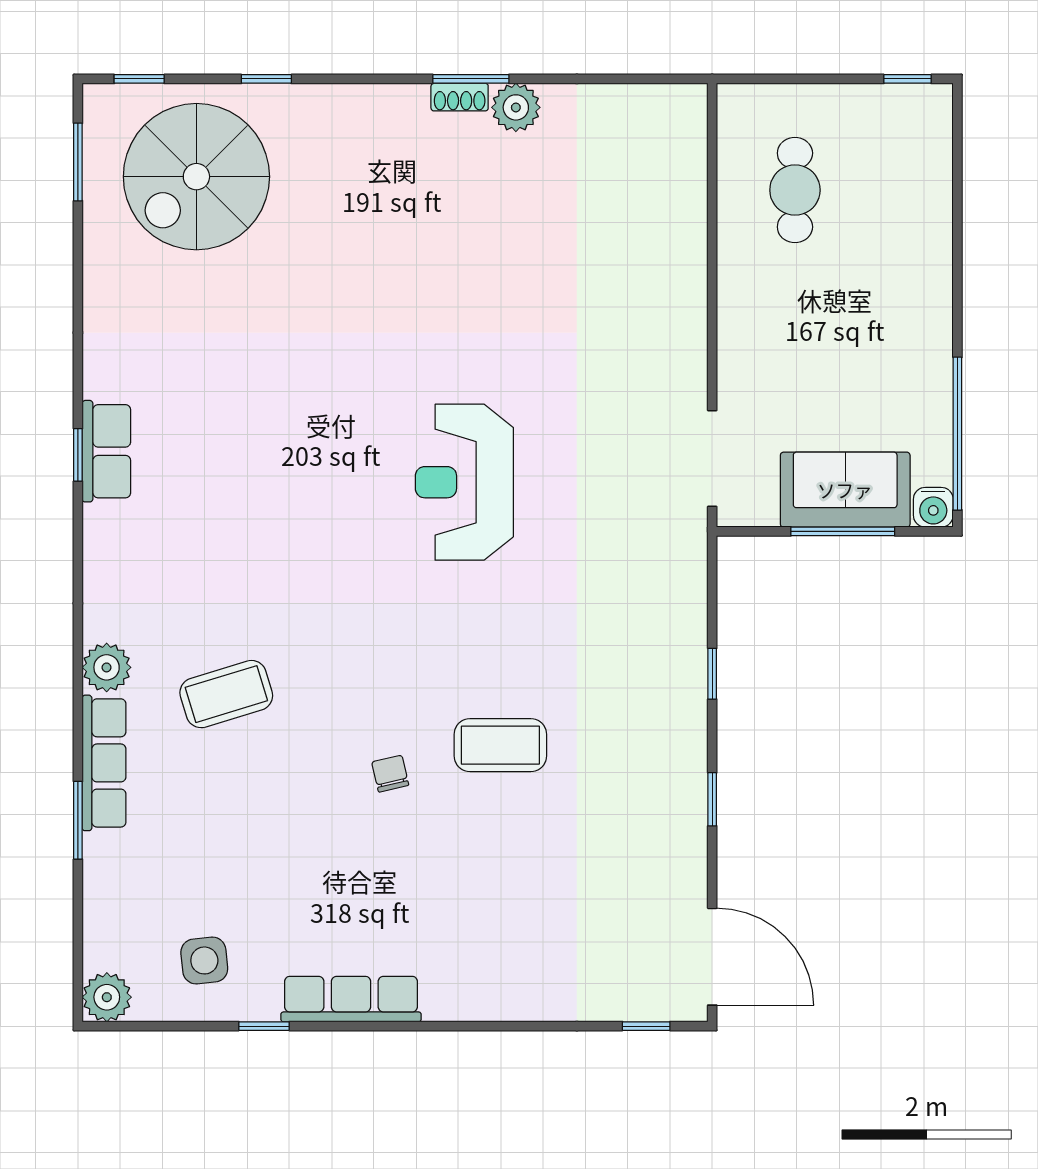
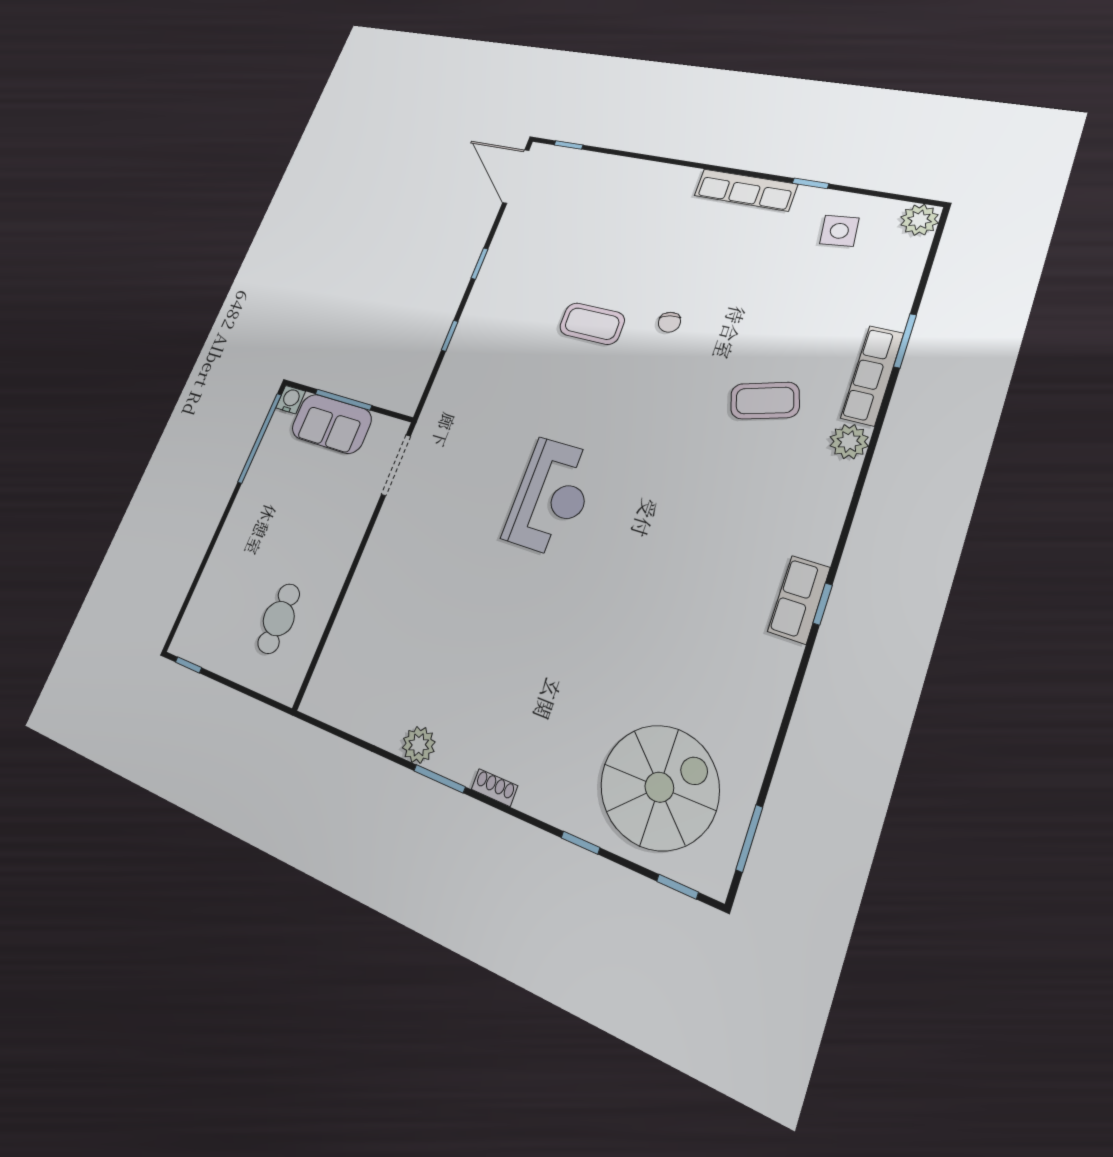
shoe rack: (460, 97) -> (494, 788), moved

